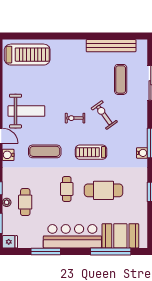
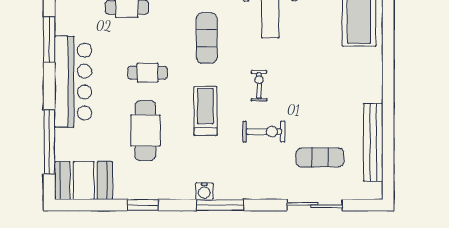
exercise bike: (104, 115) -> (264, 132), turned 36
booth: (120, 236) -> (84, 181), moved, turned 90

